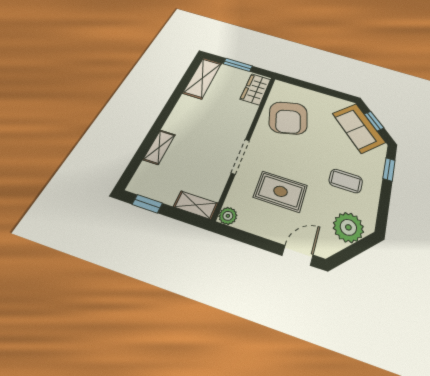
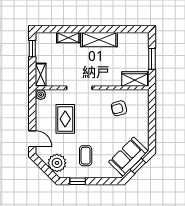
shelving: (203, 78) -> (99, 40), moved
armchair: (288, 118) -> (119, 108), width x0.53, depth x0.53
window: (389, 169) -> (78, 181), moved

